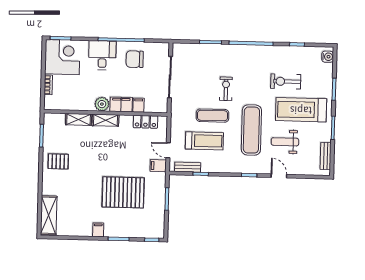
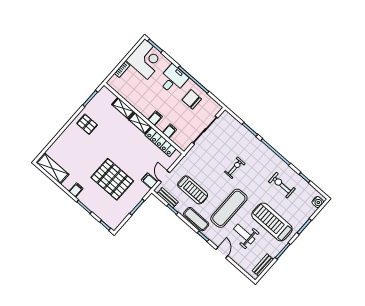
exercise bike: (286, 81) -> (282, 185), moved
plant: (102, 104) -> (146, 111), removed
filing cabinet: (121, 104) -> (155, 118), width x0.50
exercise mat: (213, 116) -> (196, 219), moved
locker: (146, 122) -> (161, 142), width x1.53
shelving: (49, 215) -> (52, 168), moved, turned 90

